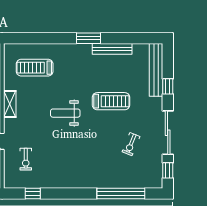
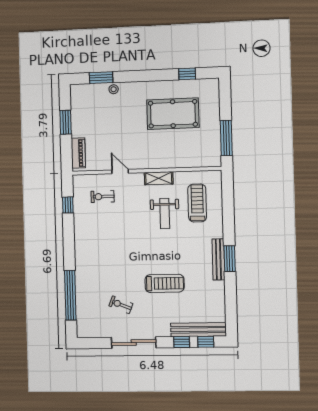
bench: (112, 49) -> (218, 259), moved
treadmill: (111, 101) -> (165, 283), turned -90
weight bench: (65, 113) -> (165, 213), moved, turned 180
window: (168, 170) -> (206, 342), moved

